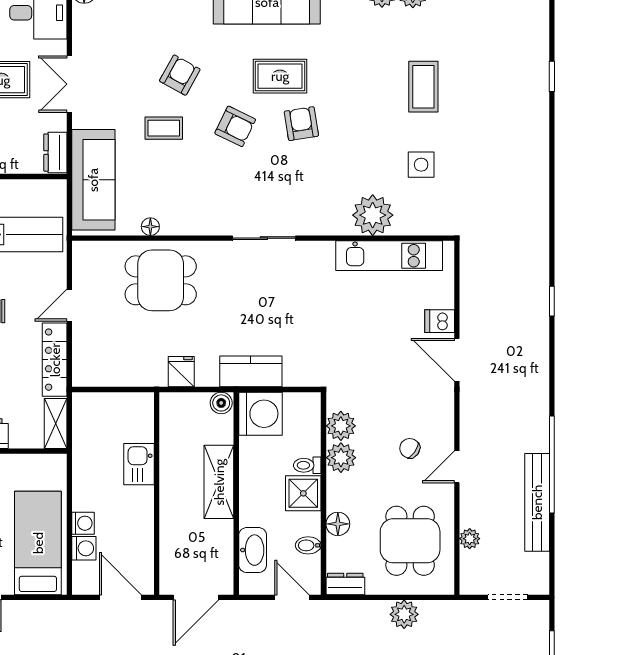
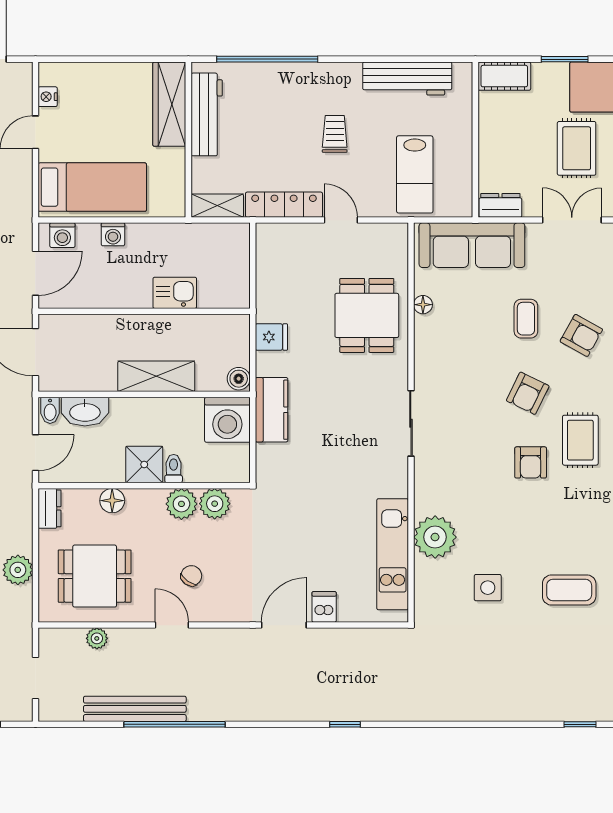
armchair: (301, 124) -> (531, 462), turned 99
bidet: (308, 545) -> (50, 410), moved, turned 180
washing machine: (84, 548) -> (62, 235), moved

